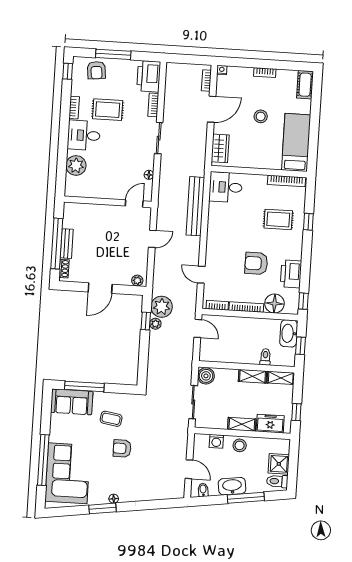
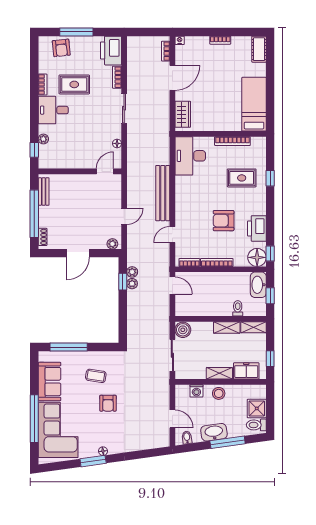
window: (68, 71) -> (34, 150), moved
stool: (261, 116) -> (219, 82), removed
plant: (76, 165) -> (43, 139), width x0.53, depth x0.53
bookcase: (286, 181) -> (232, 141), moved
desk: (226, 187) -> (190, 156), width x1.37
bench: (195, 206) -> (163, 193), moved
door: (152, 239) -> (124, 216), moved
bench: (67, 244) -> (44, 191), moved
door: (201, 275) -> (172, 235), hinge flipped
floor lamp: (274, 303) -> (257, 257), moved
plant: (162, 307) -> (132, 272), width x0.53, depth x0.53
sofa: (72, 402) -> (50, 382), moved, turned -90
armchair: (122, 448) -> (108, 403), turned -90

